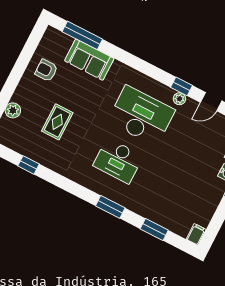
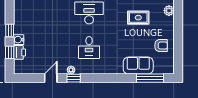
desk: (141, 116) -> (89, 48), width x0.53, depth x0.77
rug: (57, 122) -> (138, 18), turned 90

